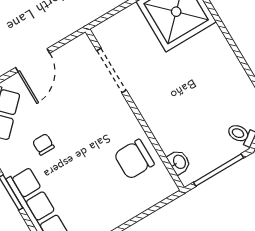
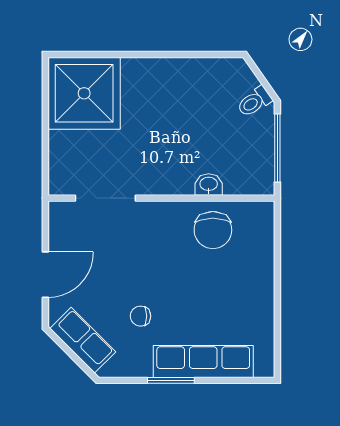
door: (33, 60) -> (45, 275), hinge flipped
washbasin: (179, 162) -> (209, 185), moved

